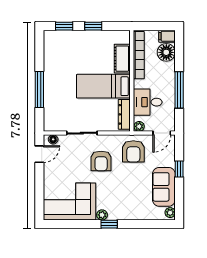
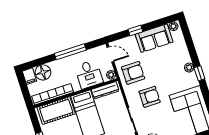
cot: (122, 59) -> (56, 111), width x1.37, depth x1.34
plant: (102, 215) -> (189, 68), moved

